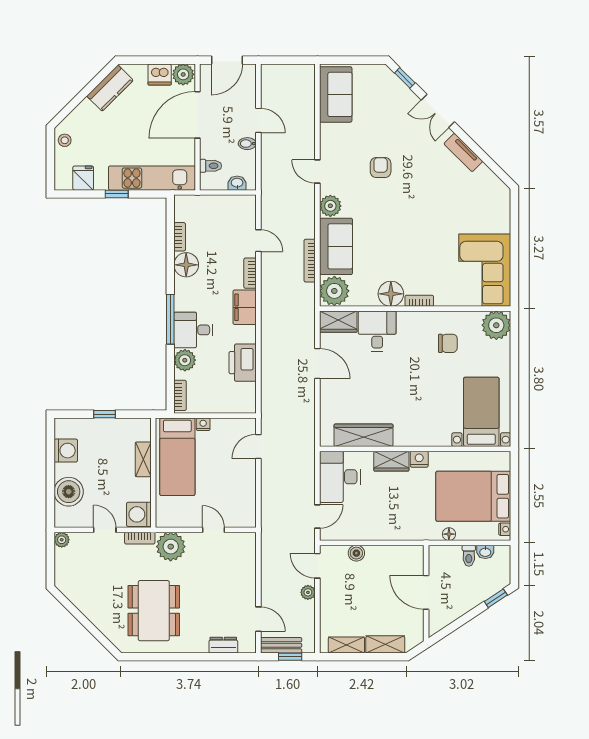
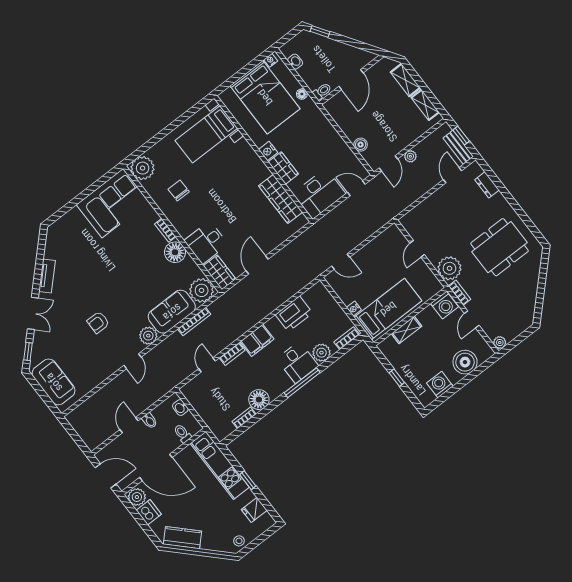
sofa: (336, 94) -> (54, 382), moved, turned 90
toilet: (469, 556) -> (322, 91), moved

